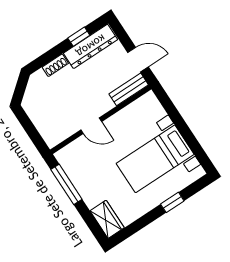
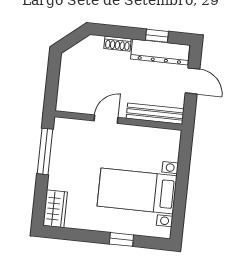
door: (138, 60) -> (193, 81), moved
bench: (129, 89) -> (155, 114), width x1.36
door: (91, 126) -> (106, 119), swing flipped

